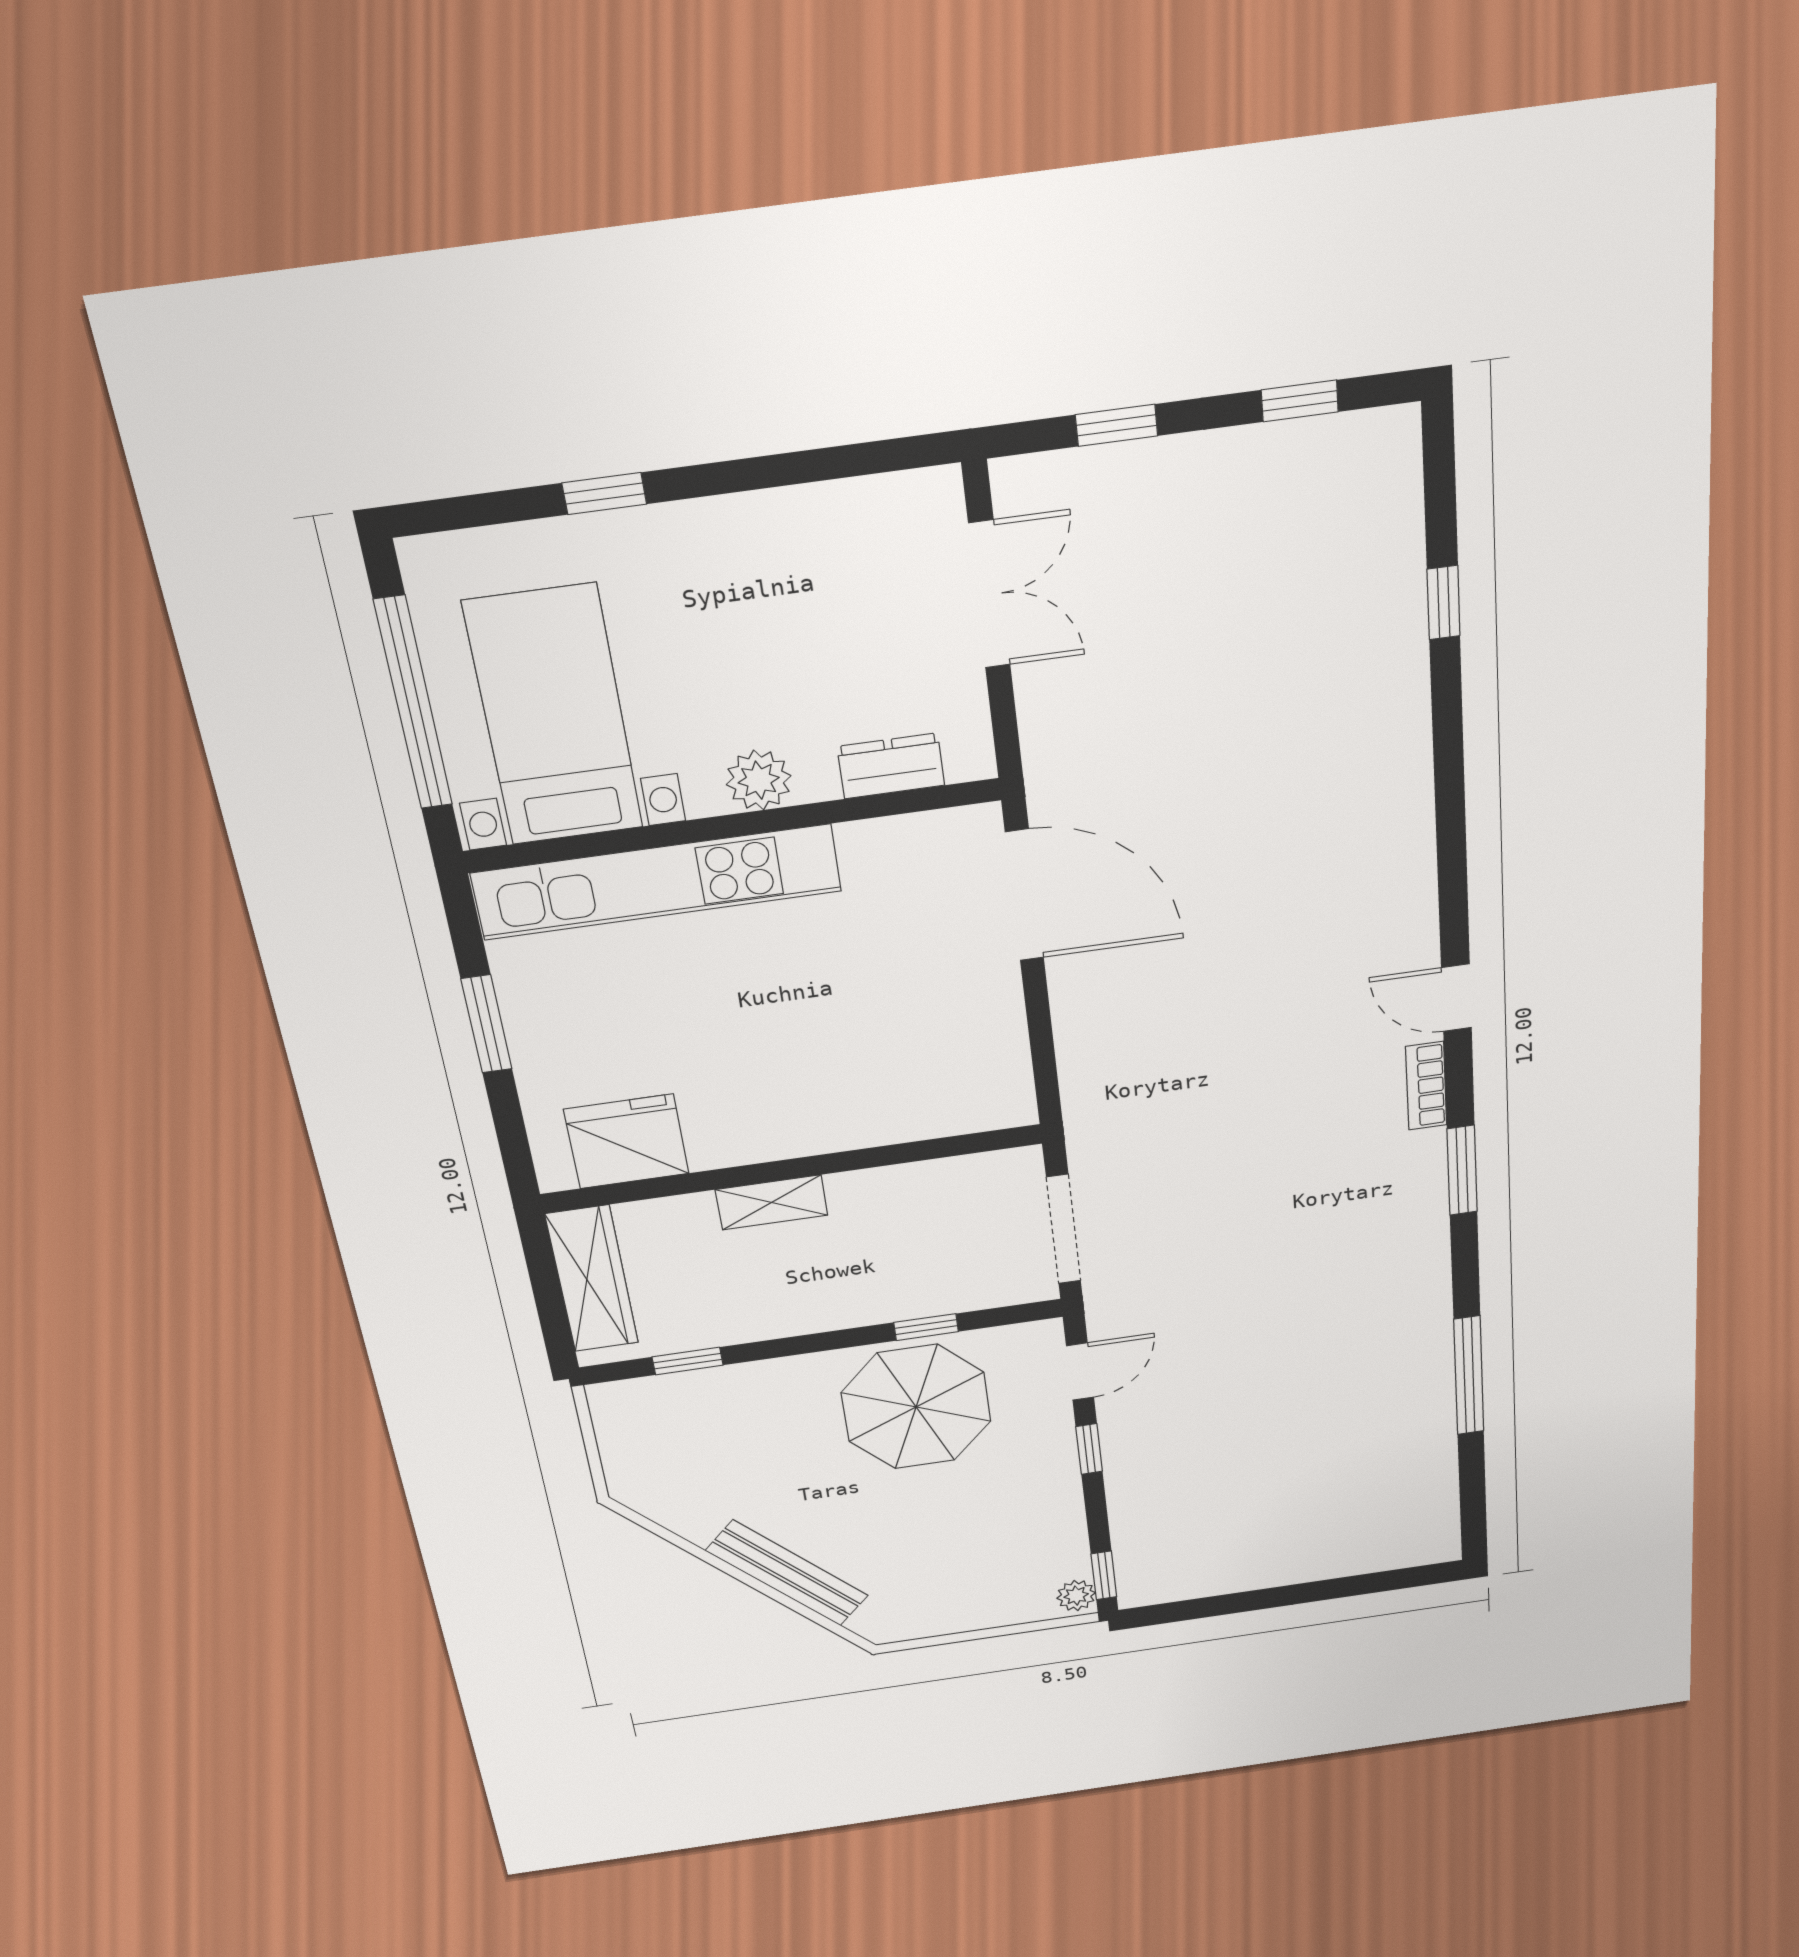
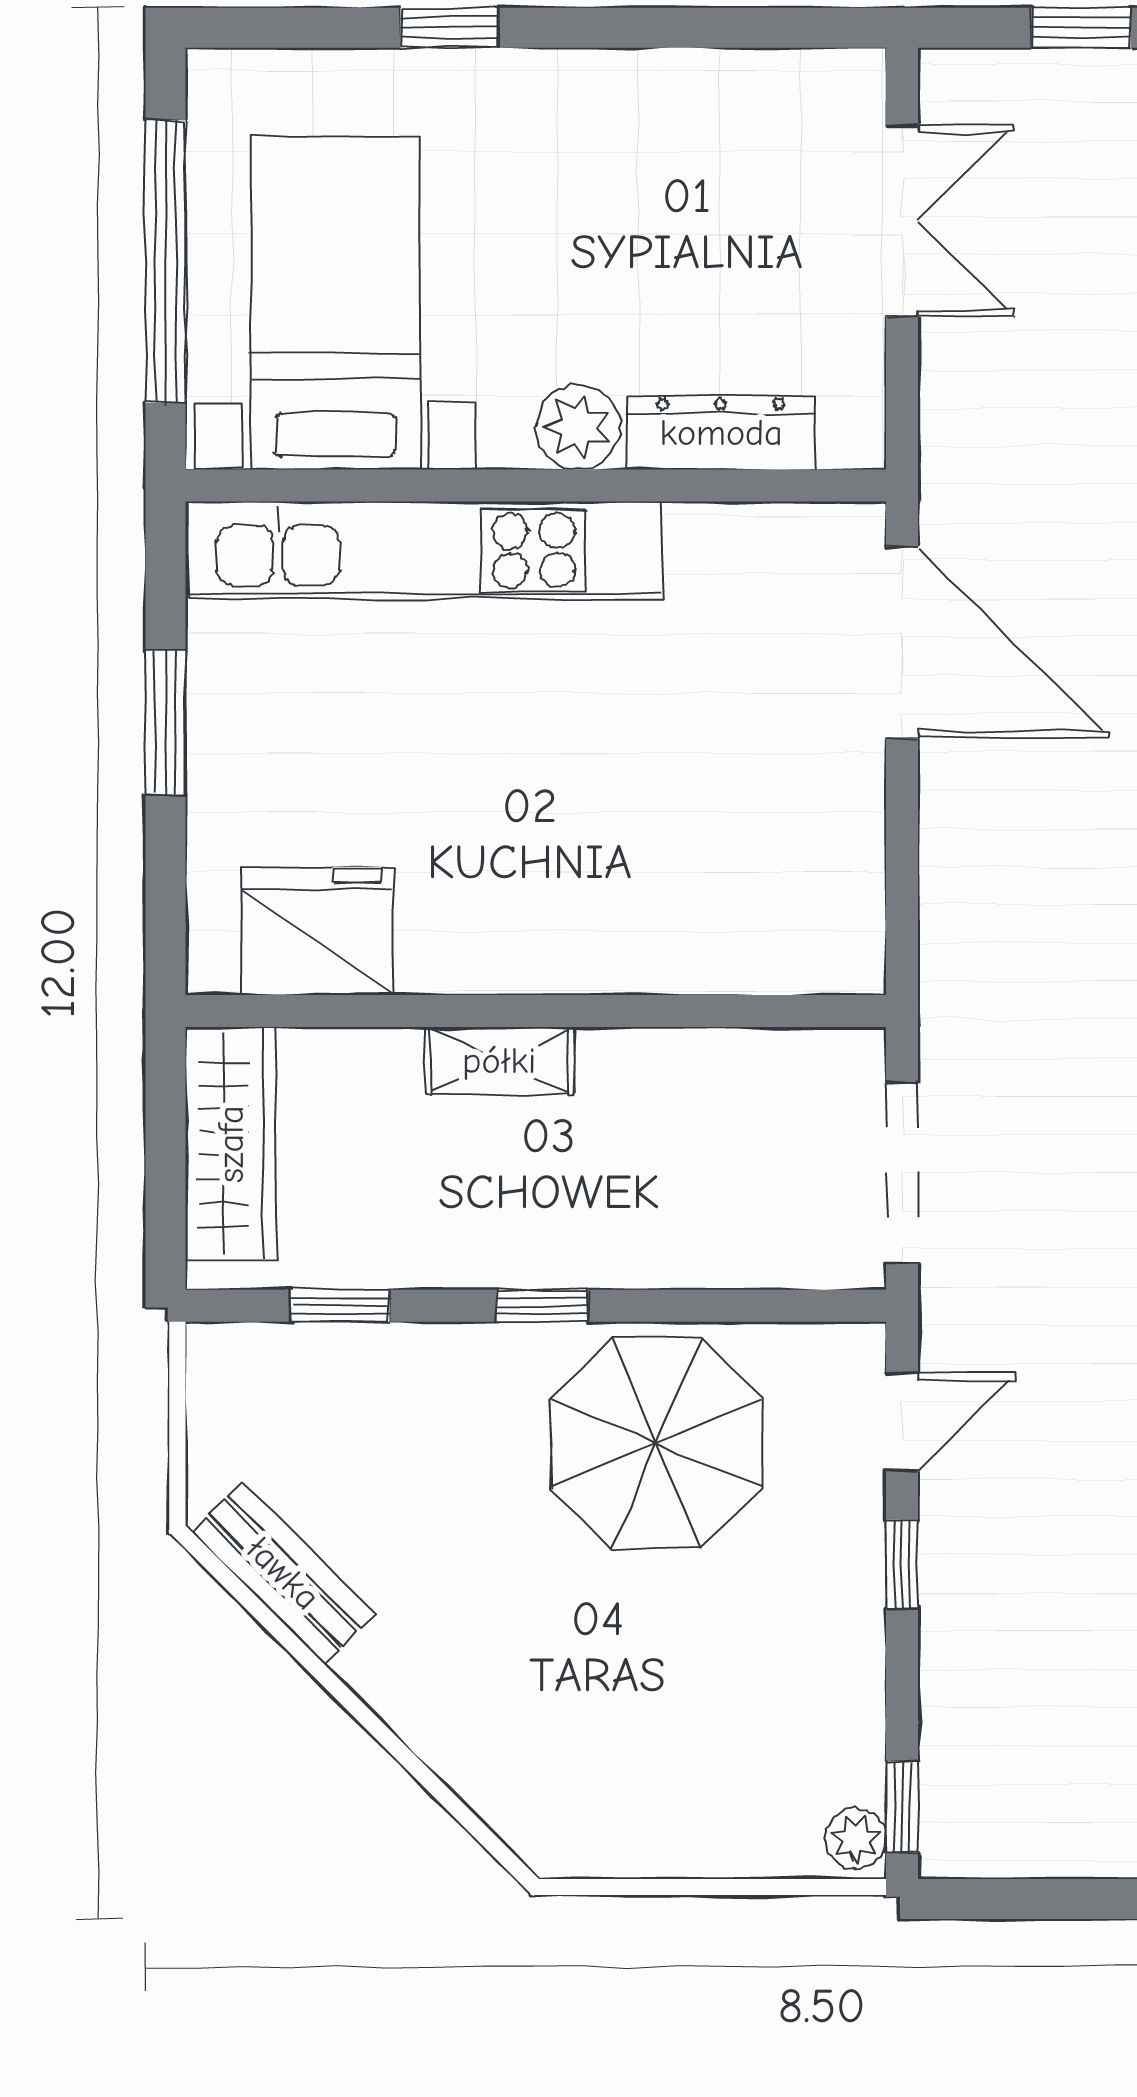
dresser: (891, 766) -> (721, 433), width x1.44
window: (926, 1327) -> (542, 1306), moved
bench: (787, 1573) -> (283, 1573), moved, width x0.73

